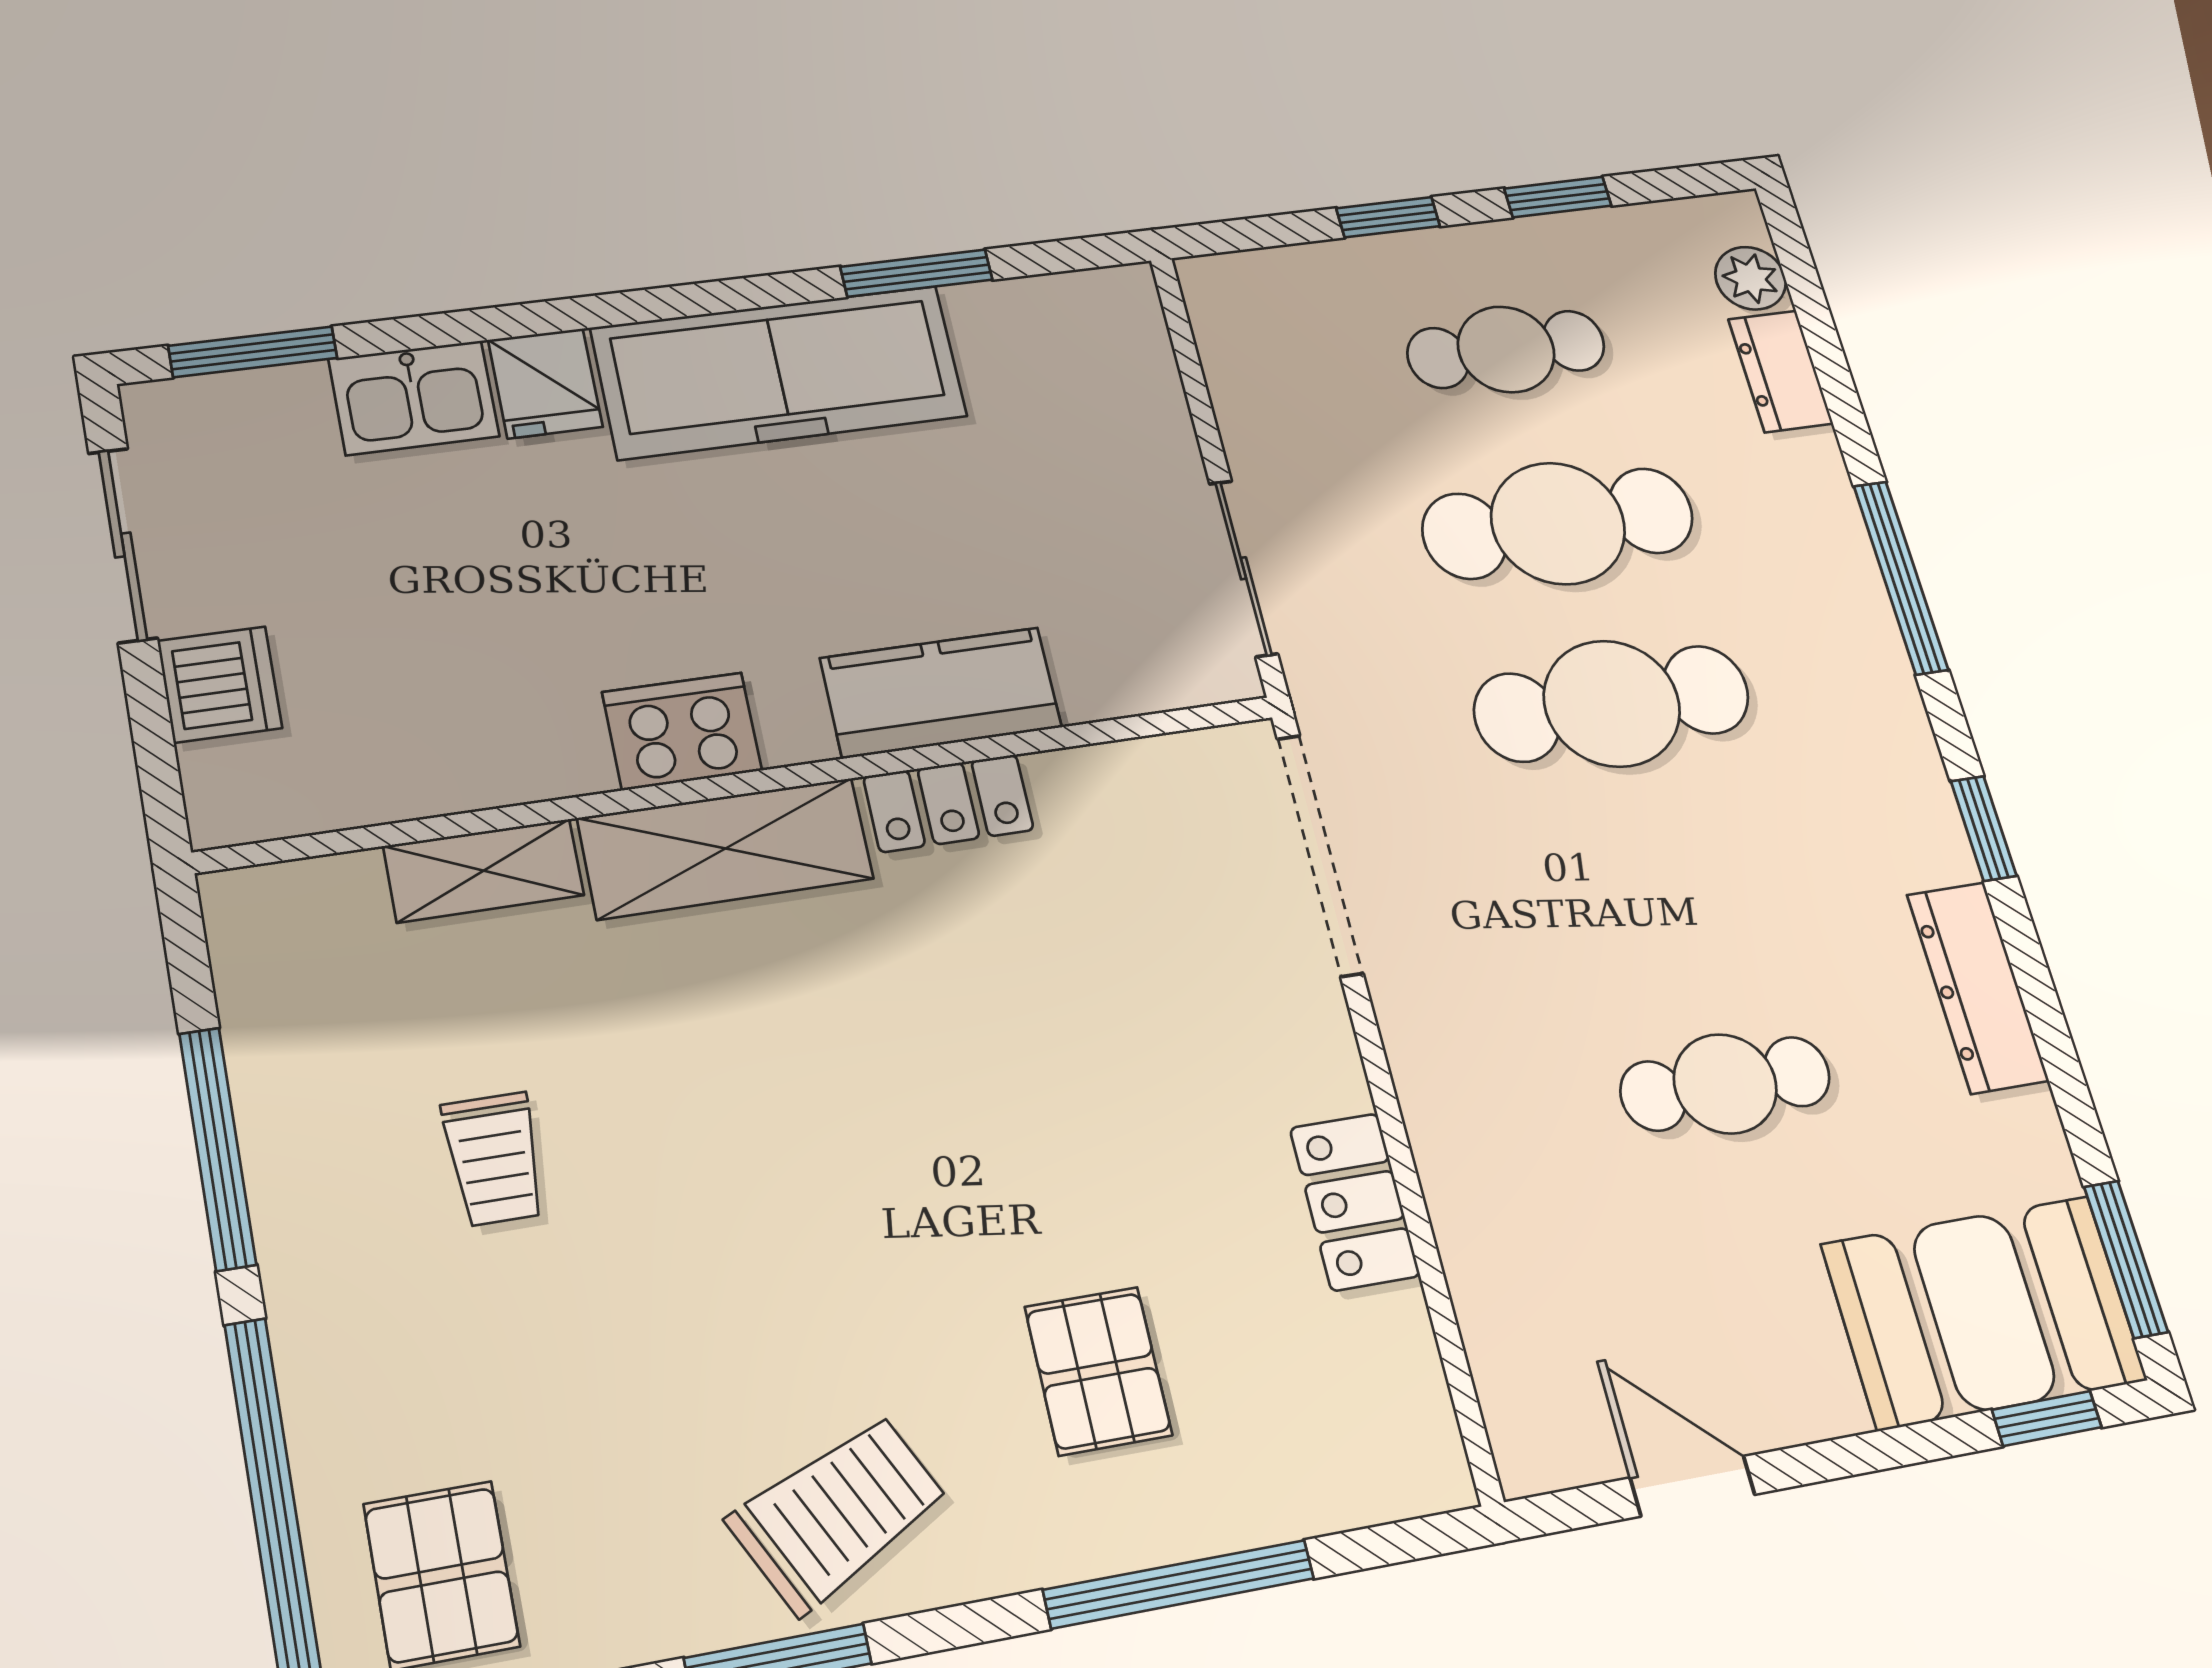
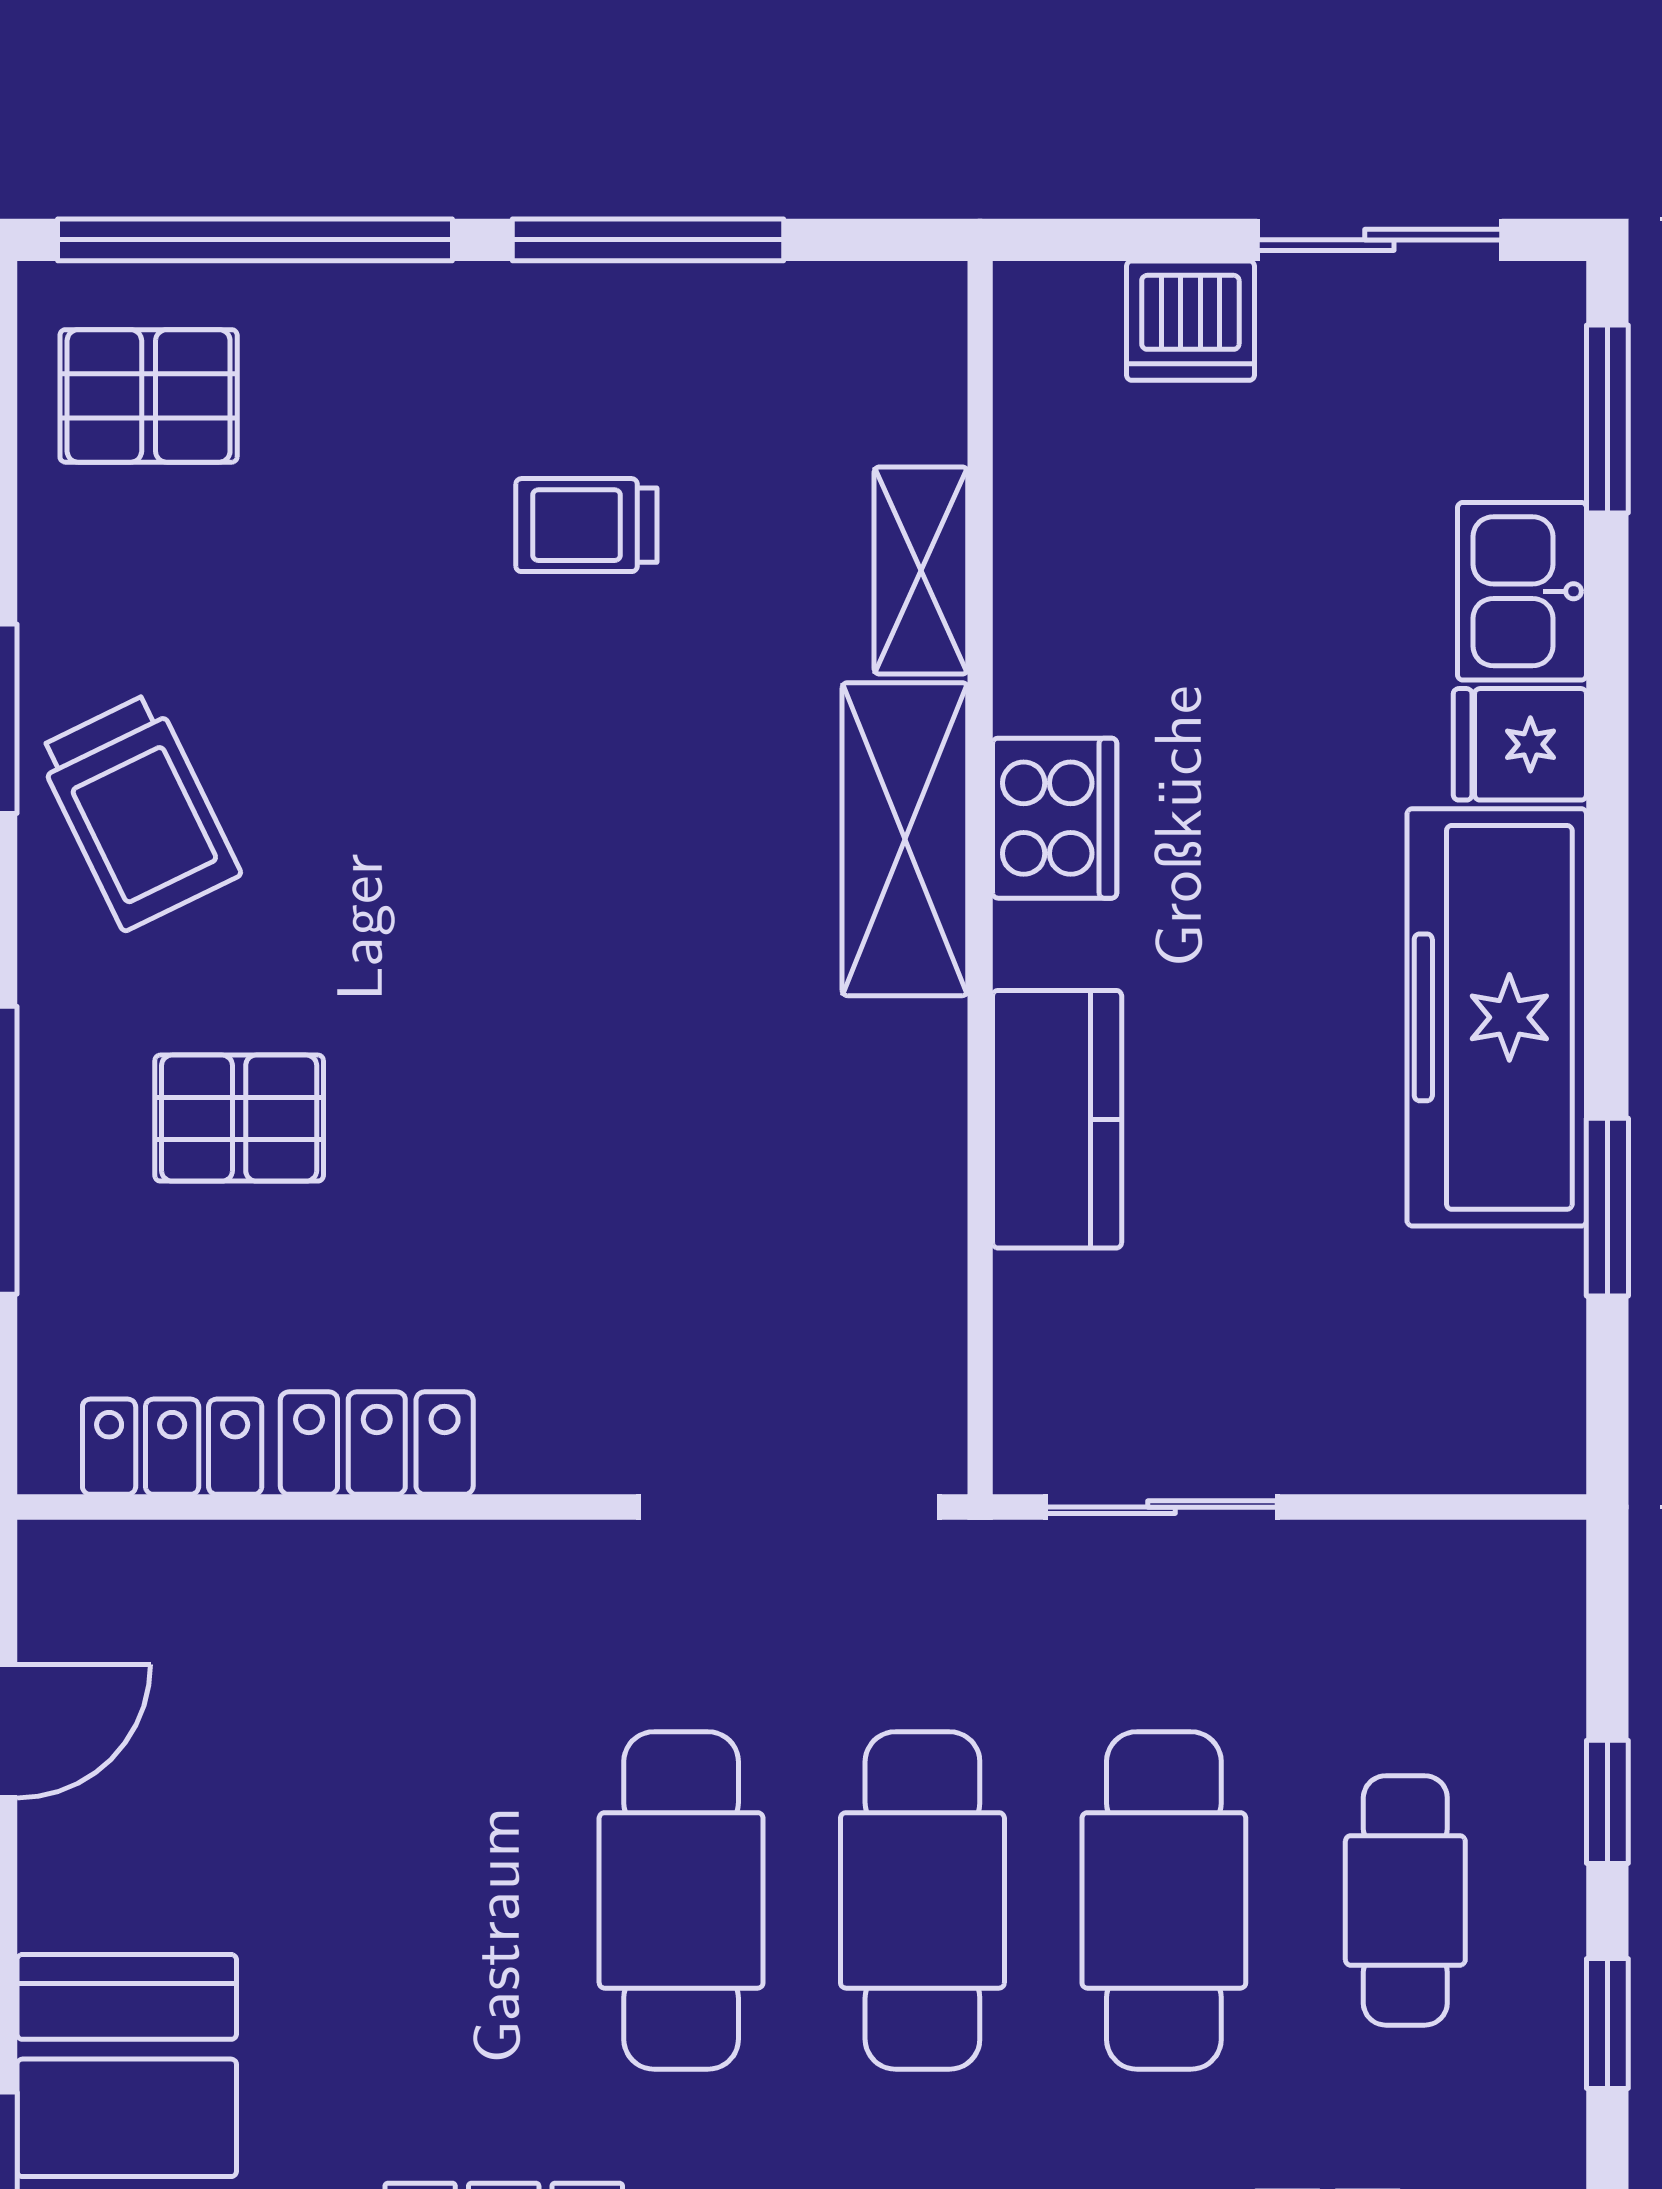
locker: (948, 803) -> (172, 1447), moved, turned 90
cafe table: (1725, 1084) -> (681, 1900), moved, width x1.37, depth x1.35

